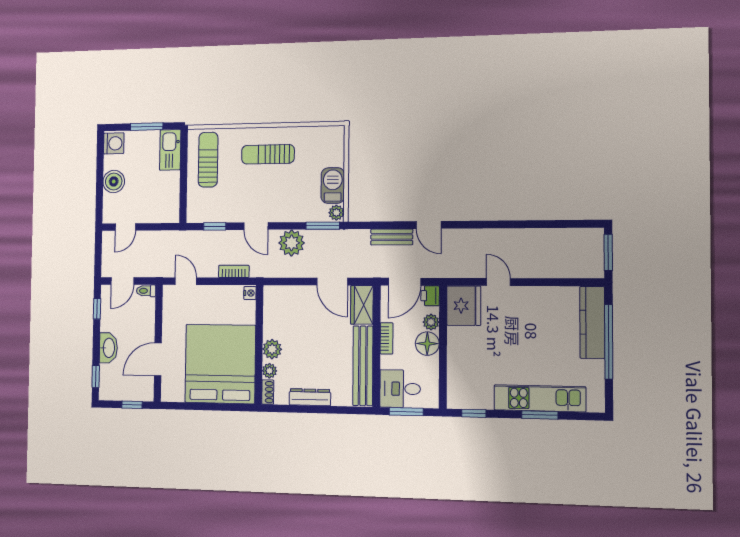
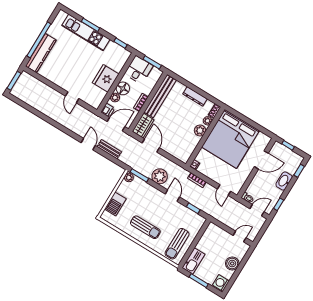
barbecue: (333, 186) -> (115, 204), moved
fridge: (464, 306) -> (106, 78), moved
desk: (400, 389) -> (139, 70), moved, turned -90

